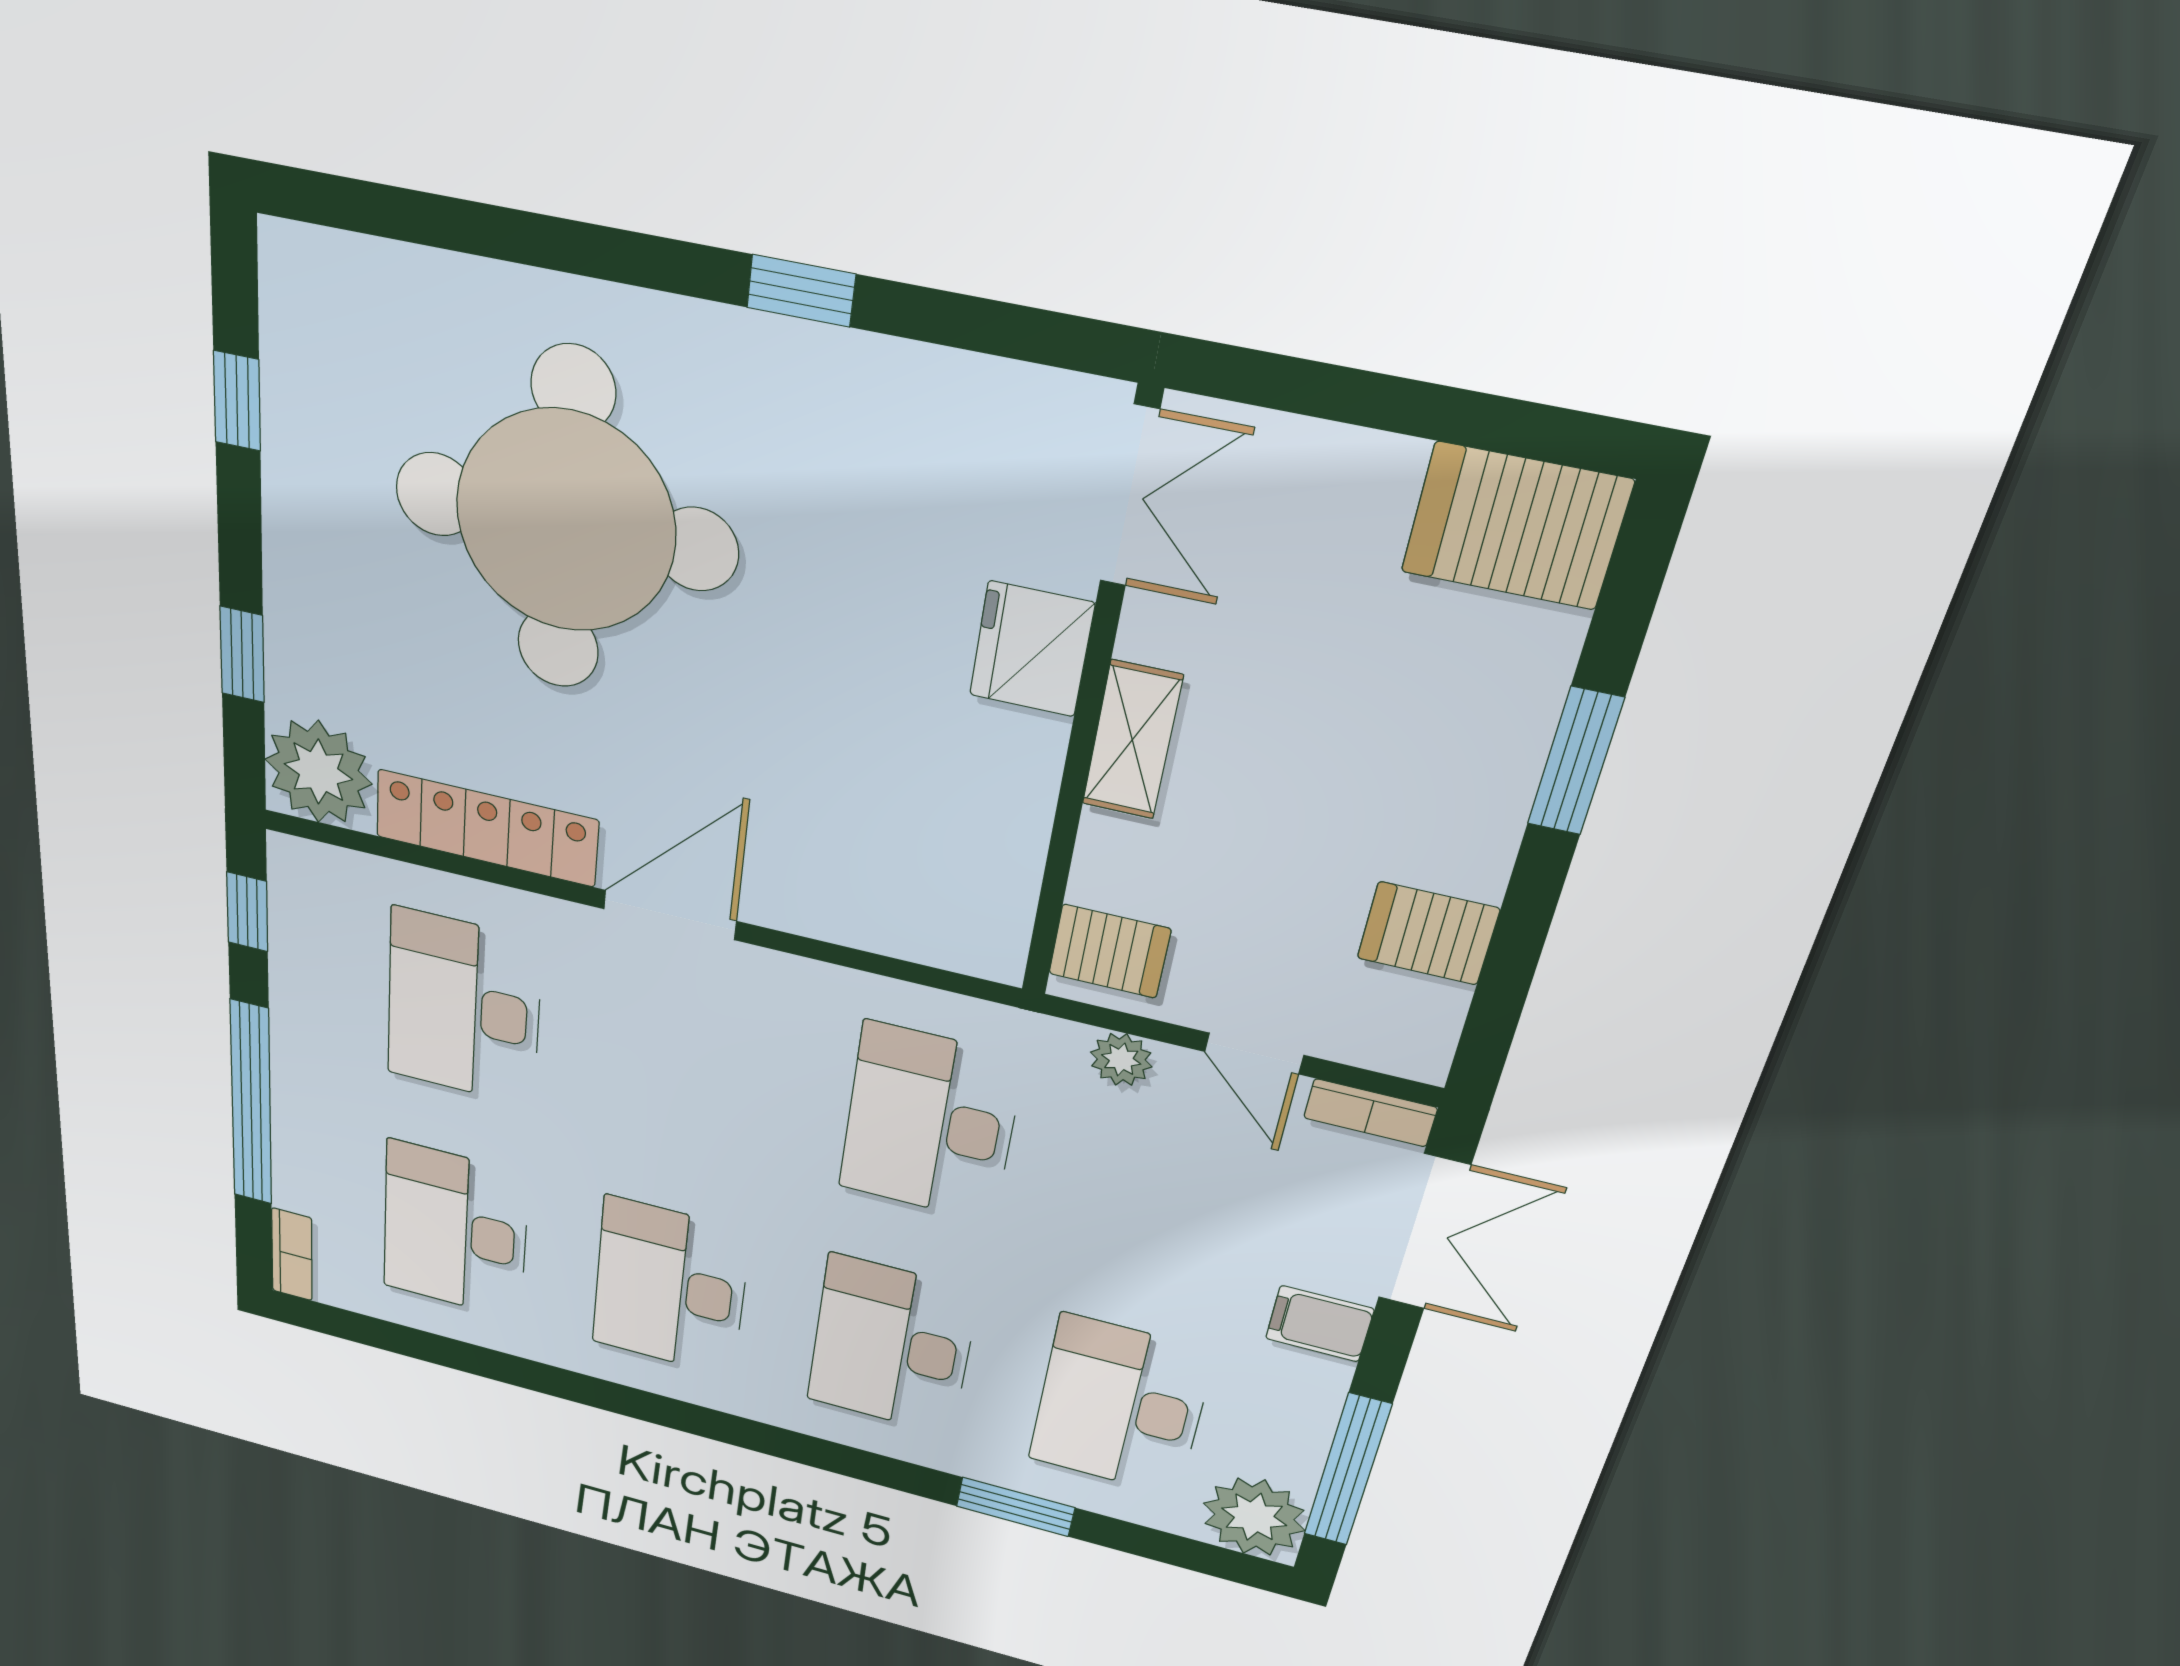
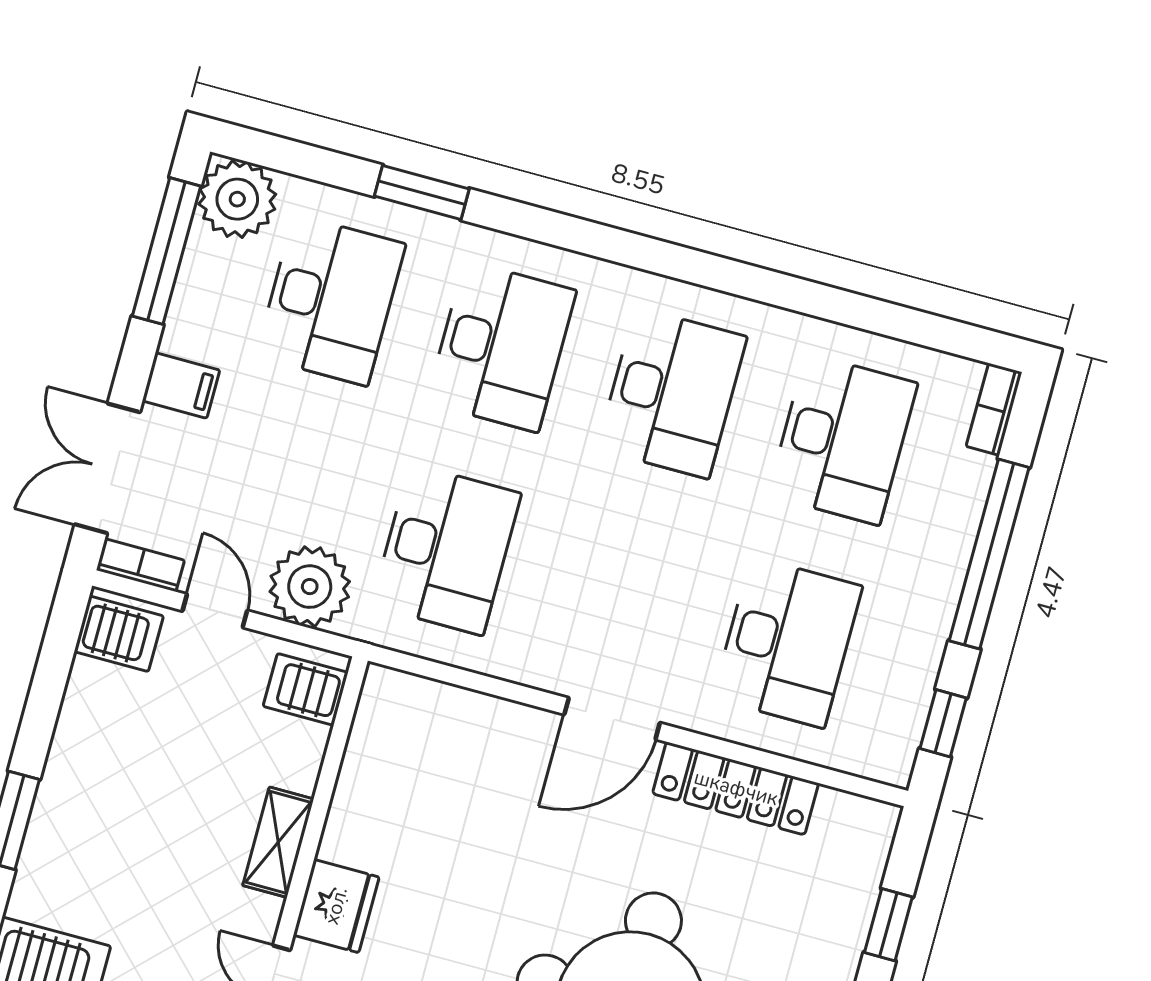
plant: (318, 772) -> (854, 835), removed
server rack: (1428, 933) -> (119, 634), moved
plant: (1121, 1059) -> (310, 587), width x1.87, depth x1.87

